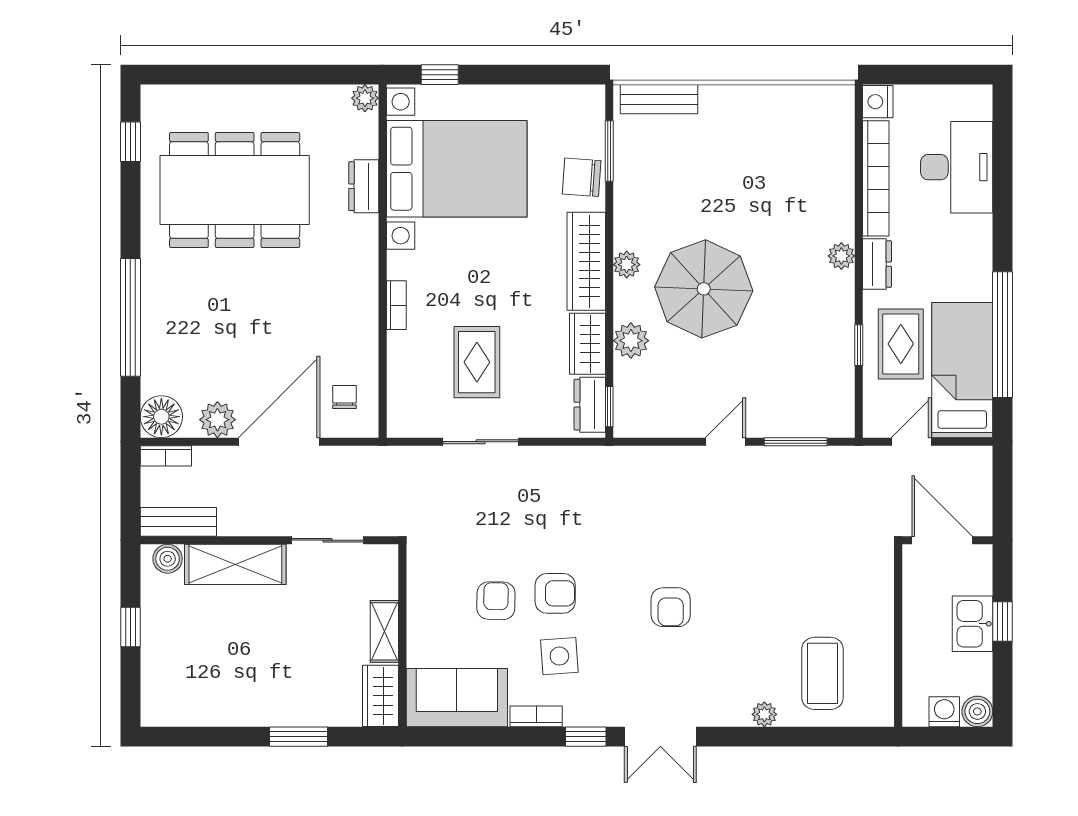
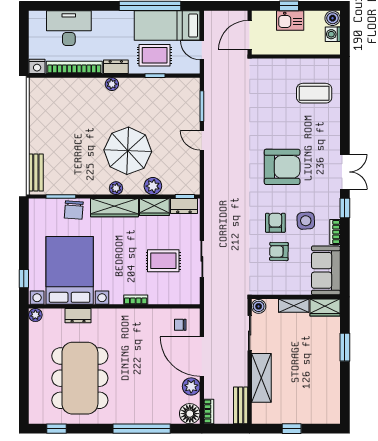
boiler: (168, 559) -> (259, 306), moved
armchair: (671, 607) -> (282, 167), width x1.88, depth x1.88
plant: (764, 714) -> (334, 121), removed

